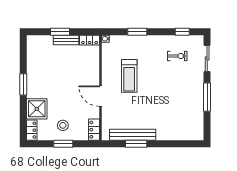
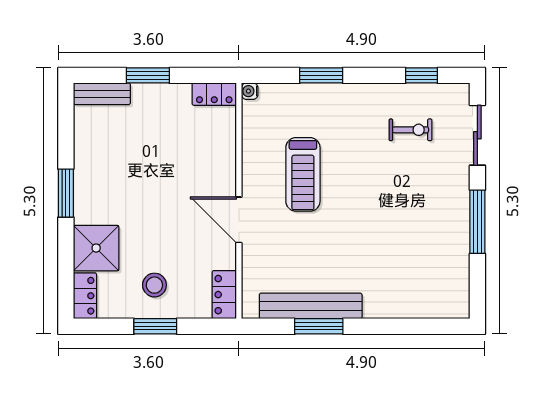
bench: (66, 40) -> (102, 94), moved

